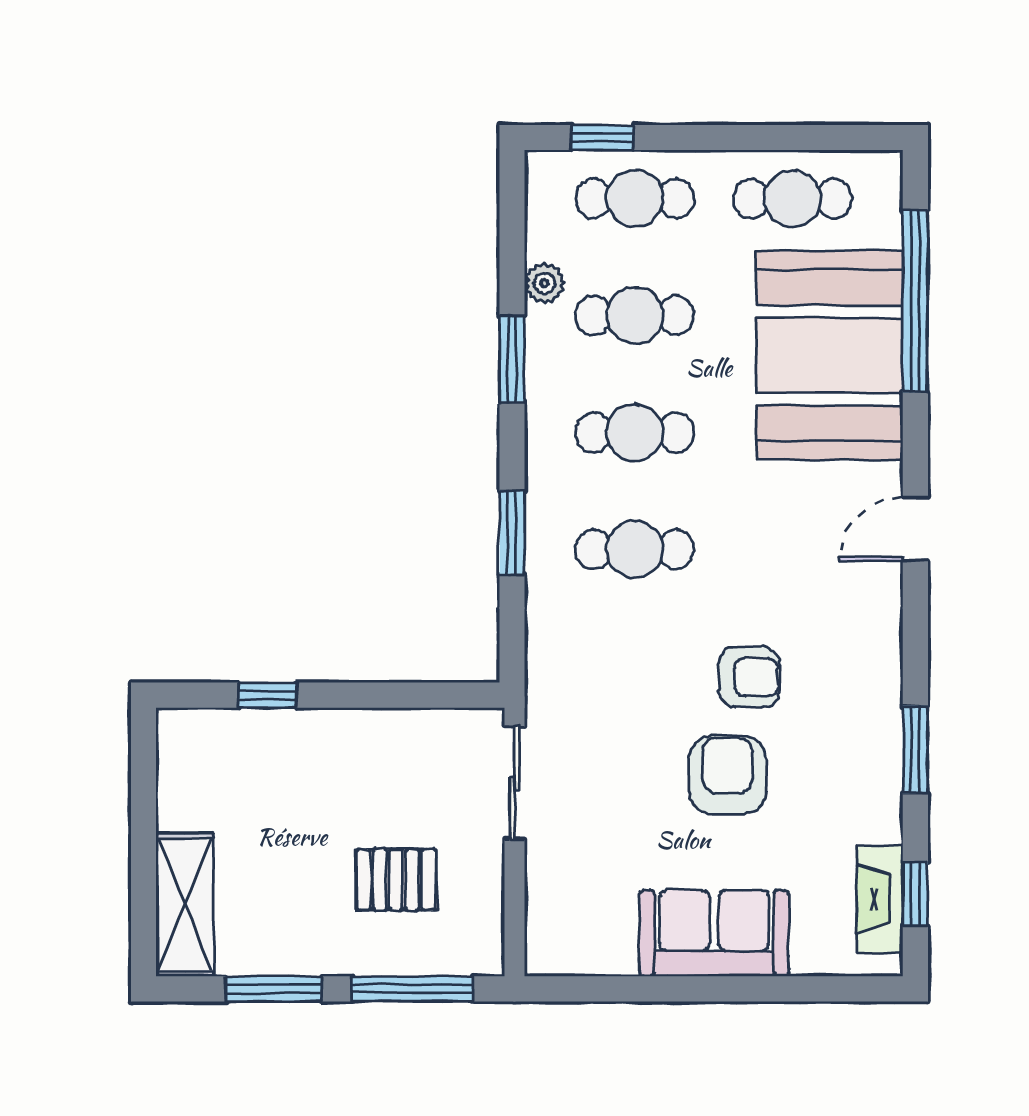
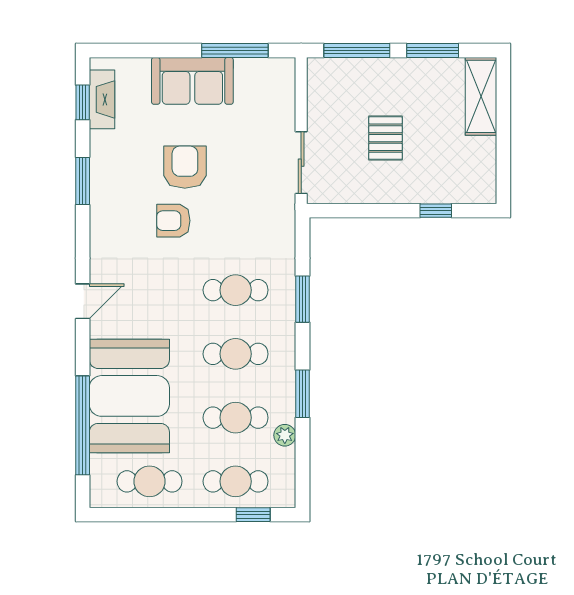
armchair: (728, 775) -> (185, 167), turned 180
pallet: (396, 880) -> (386, 138), moved, turned 90
window: (636, 989) -> (235, 50), added

